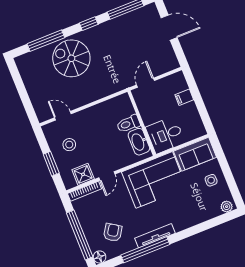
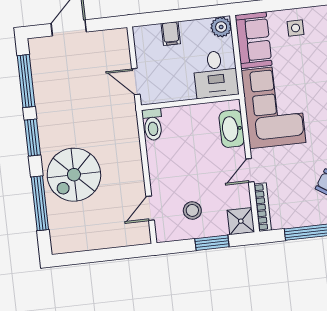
window: (89, 24) -> (32, 138), width x1.50
toilet: (128, 124) -> (153, 125), moved
plant: (198, 130) -> (221, 27), added
washbasin: (139, 142) -> (232, 129), moved, turned 90
shower: (83, 174) -> (241, 221), moved
door: (107, 176) -> (250, 170), swing flipped

